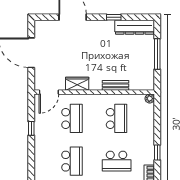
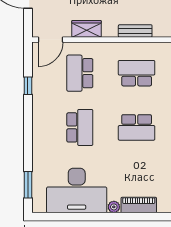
school desk: (72, 118) -> (80, 73), turned 180
school desk: (117, 118) -> (137, 73), turned -90

